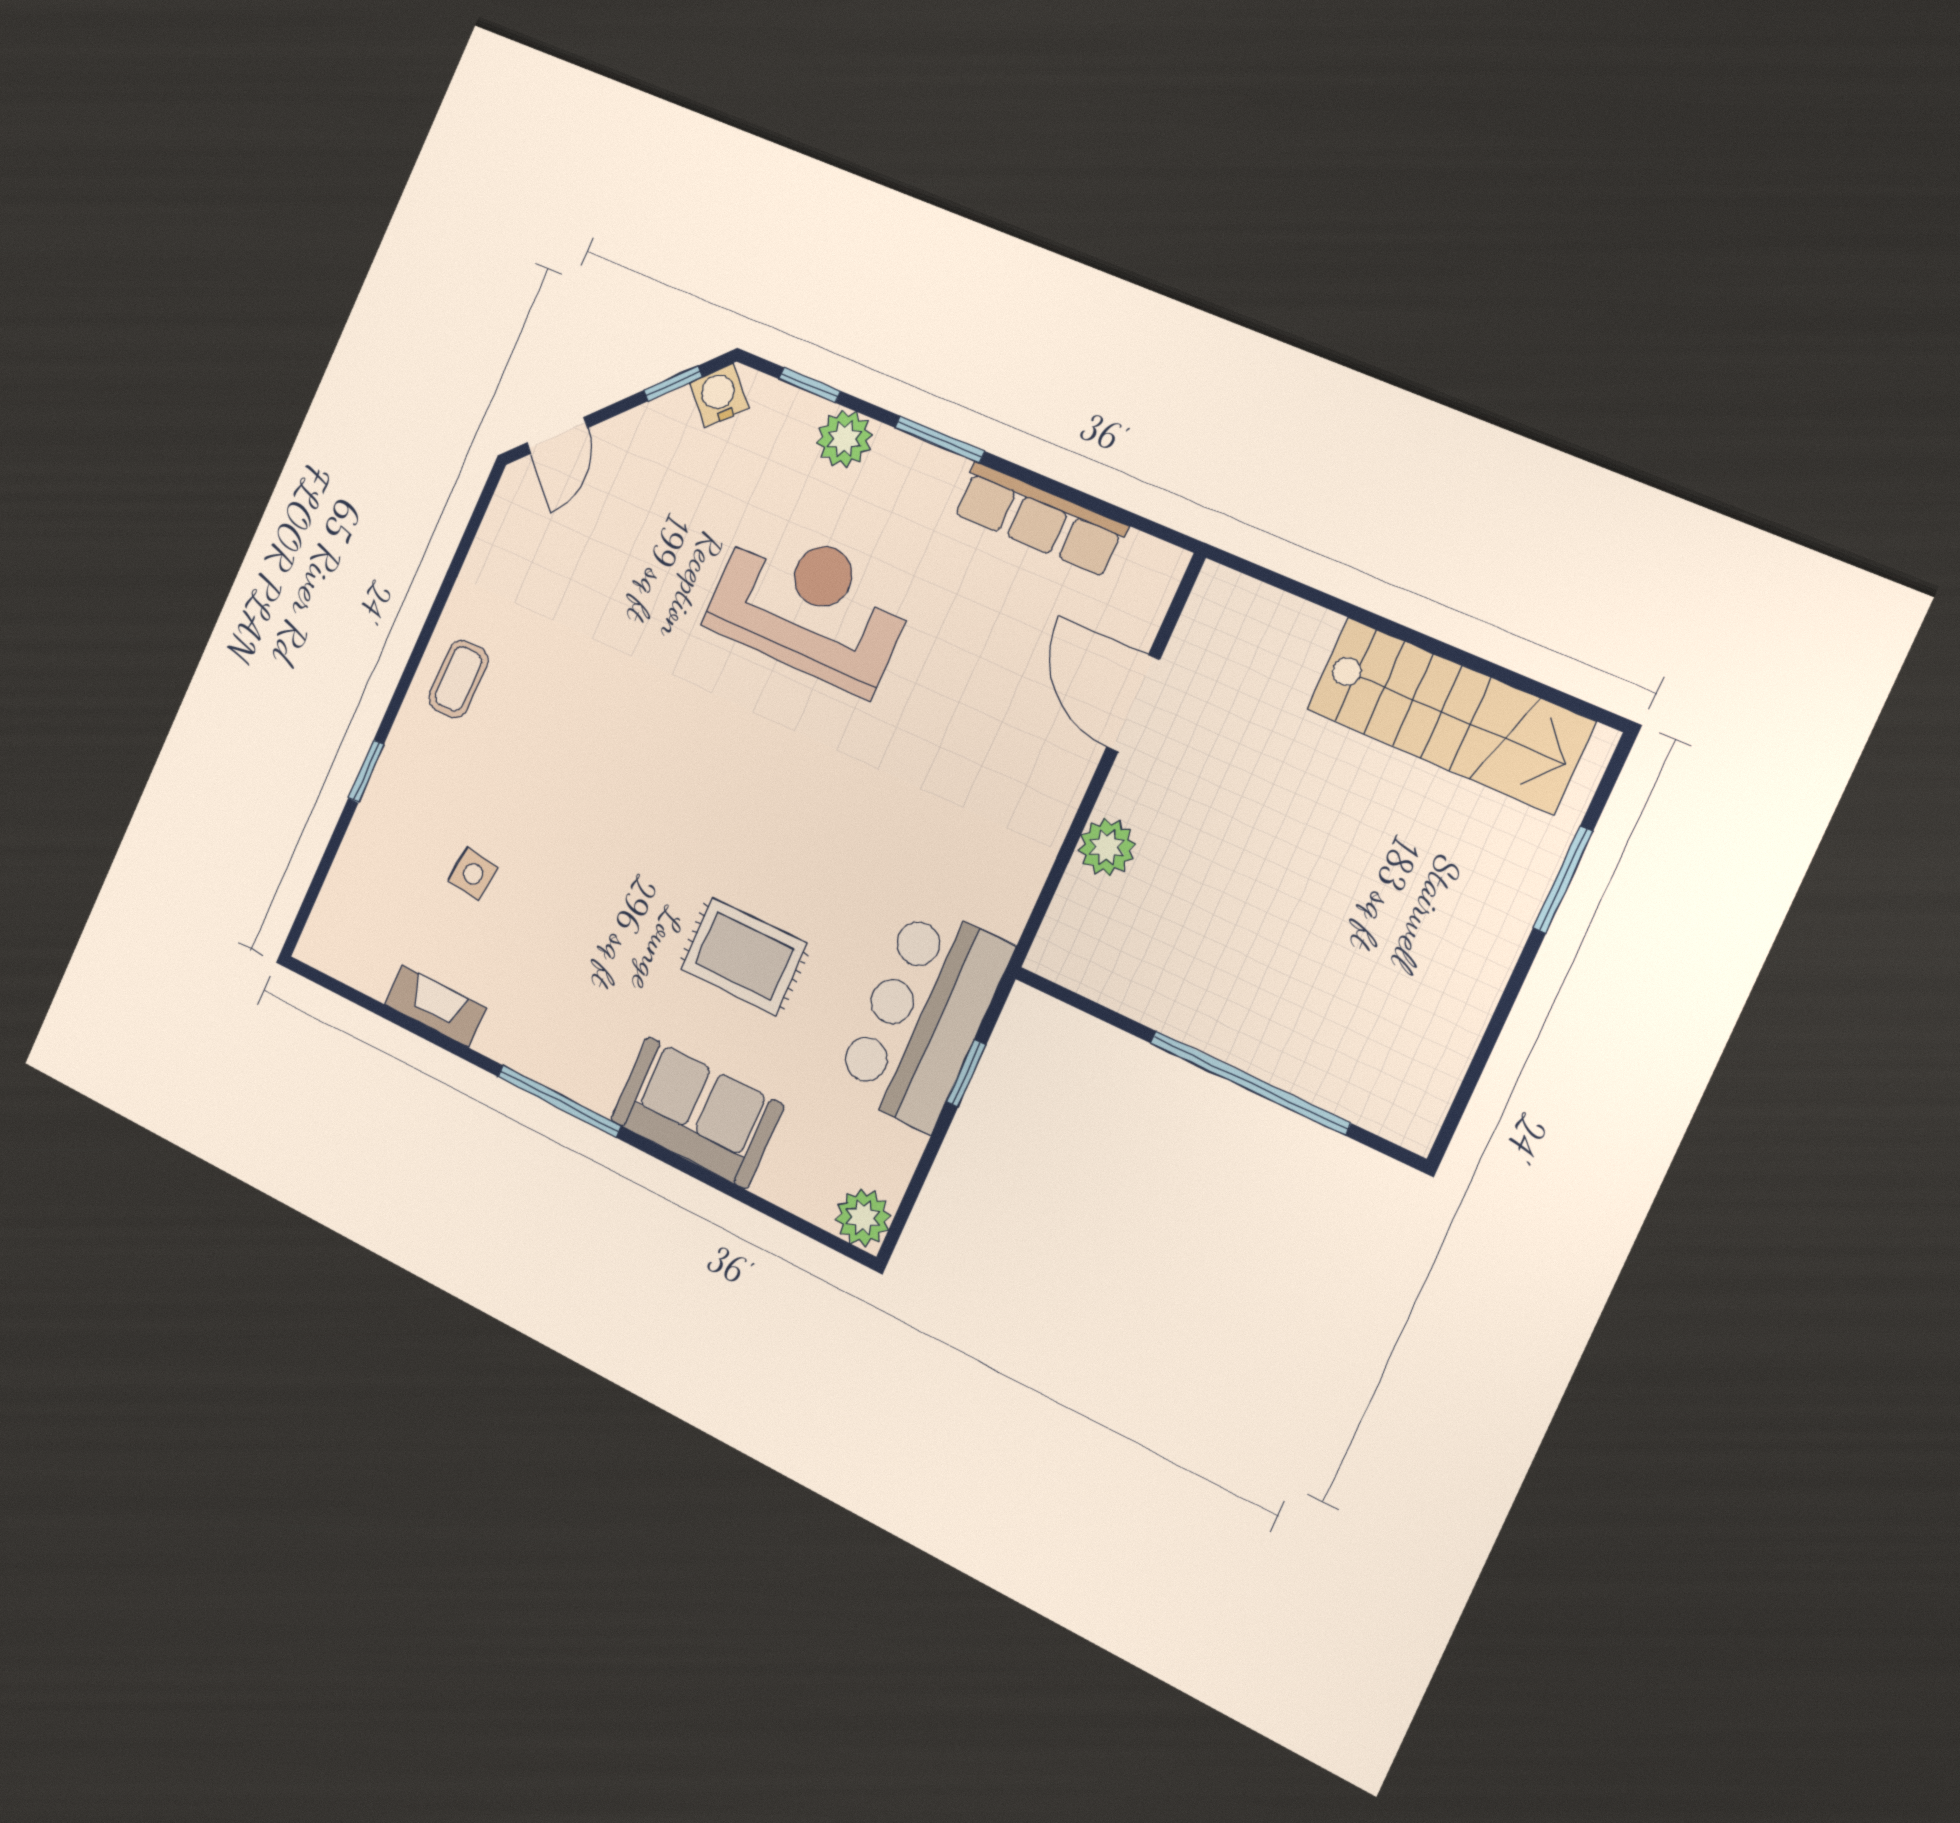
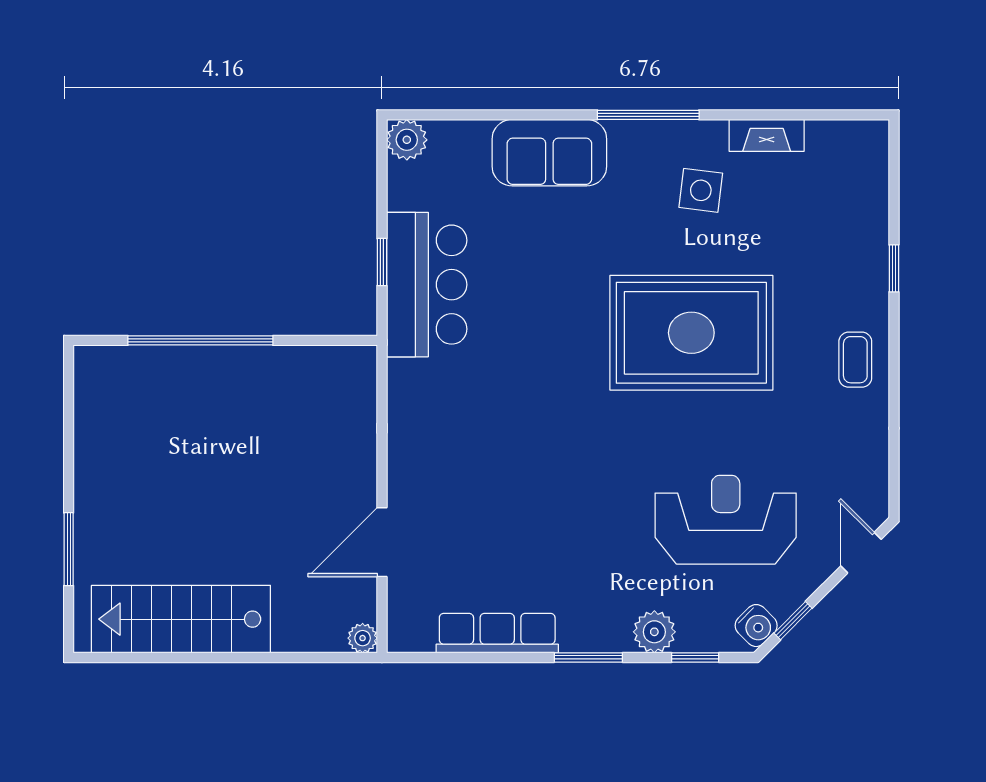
reception desk: (810, 606) -> (726, 520), moved, turned 180
door: (1133, 703) -> (382, 542), swing flipped
plant: (1107, 847) -> (363, 638), moved, width x0.73, depth x0.73
side table: (473, 874) -> (701, 190), moved, width x1.37, depth x1.37
rug: (744, 956) -> (691, 333), moved, width x1.86, depth x2.06

